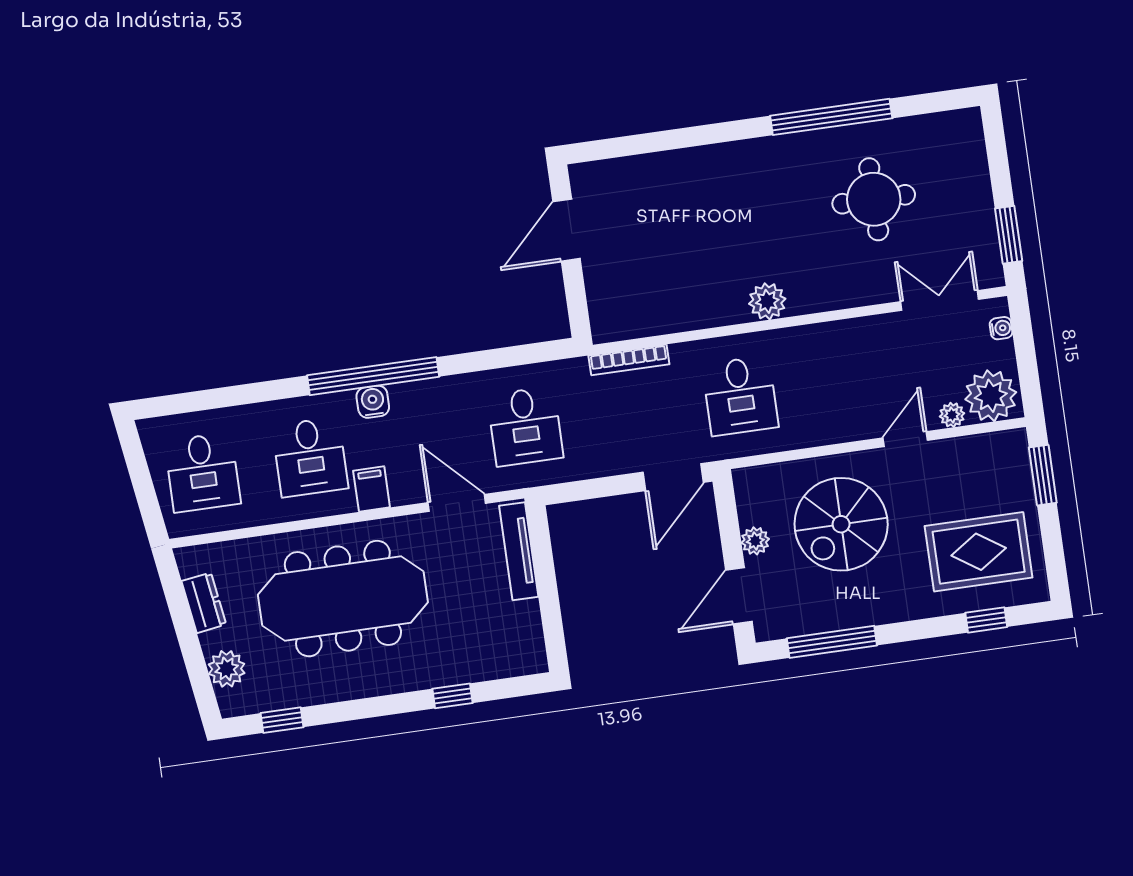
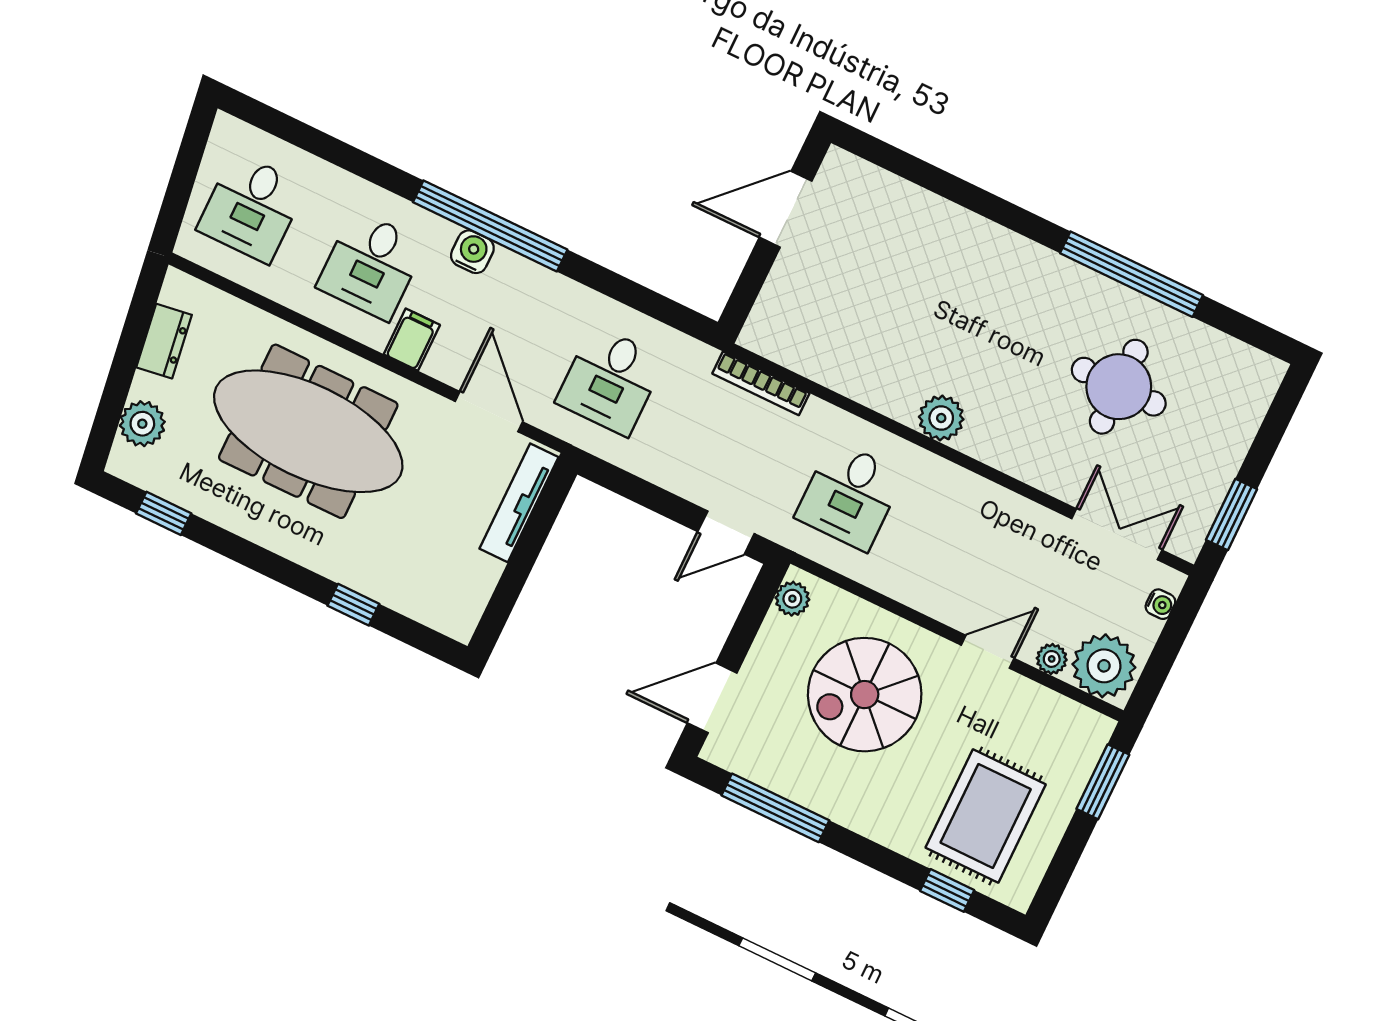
door: (673, 477) -> (726, 533), width x0.73
plant: (755, 541) -> (792, 599), moved
rug: (979, 552) -> (986, 816), turned 90

